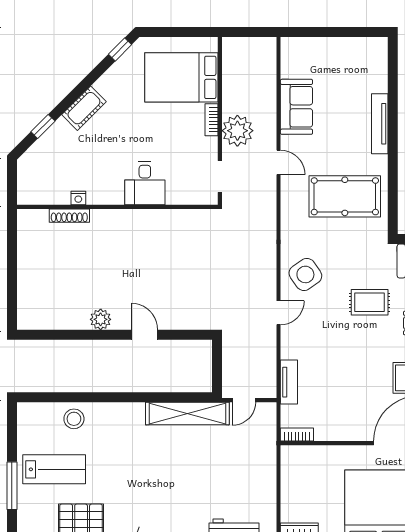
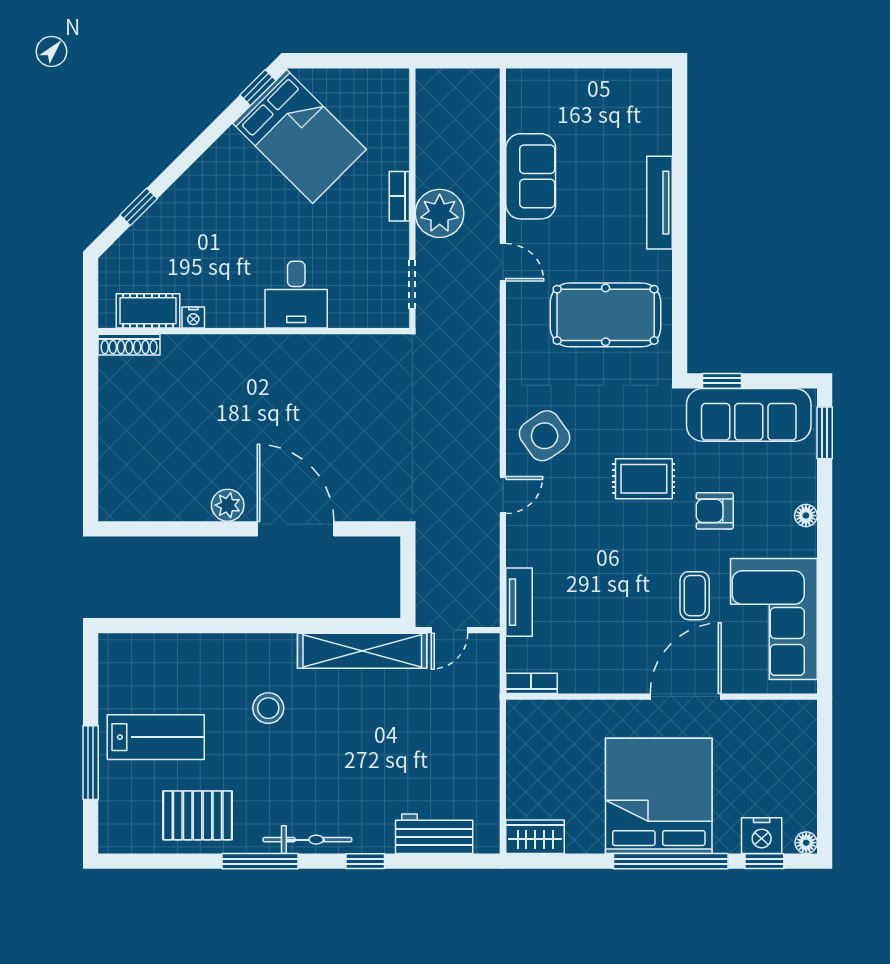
bed: (181, 77) -> (300, 136), moved, turned -135
cot: (84, 108) -> (148, 311), moved, turned 45
shoe rack: (69, 216) -> (129, 345), moved
door: (144, 335) -> (296, 529), width x1.88
stool: (74, 419) -> (268, 708), moved

